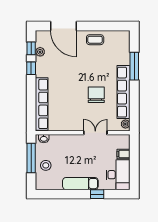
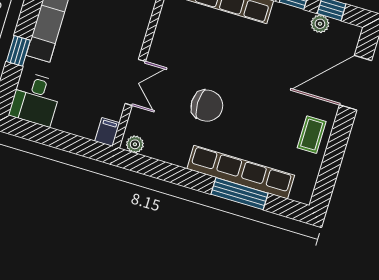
row of seats: (124, 92) -> (241, 172), moved
filing cabinet: (123, 154) -> (107, 132), moved
desk: (118, 175) -> (35, 99), width x0.73

